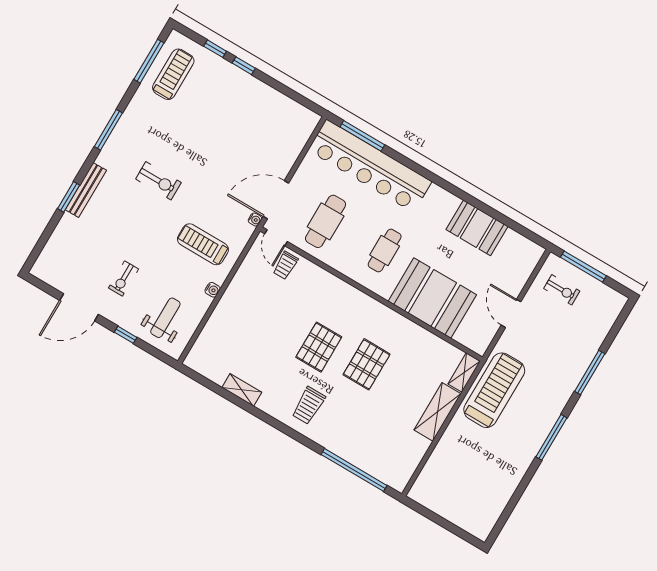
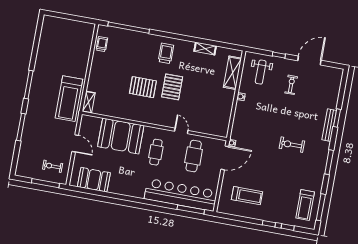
booth: (477, 228) -> (94, 180), moved
door: (276, 238) -> (181, 131), moved
treadmill: (203, 244) -> (247, 196), moved
trolley: (285, 265) -> (102, 44), moved
pallet: (367, 364) -> (143, 87), turned 90
shelving: (438, 412) -> (232, 73), moved

